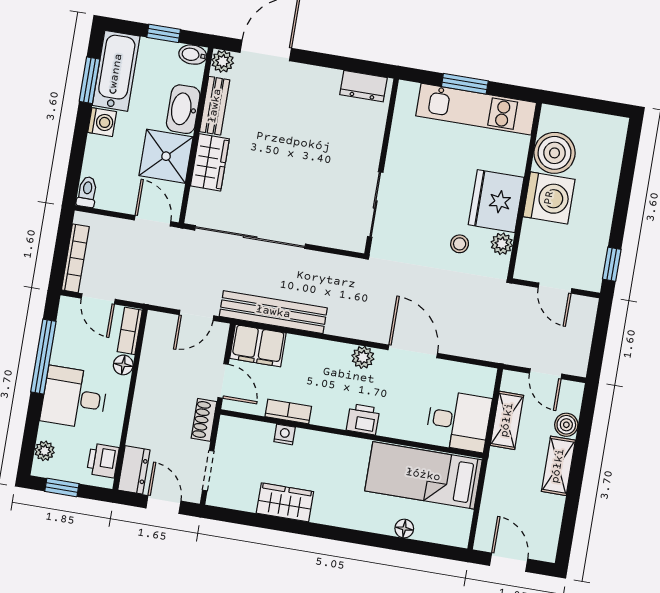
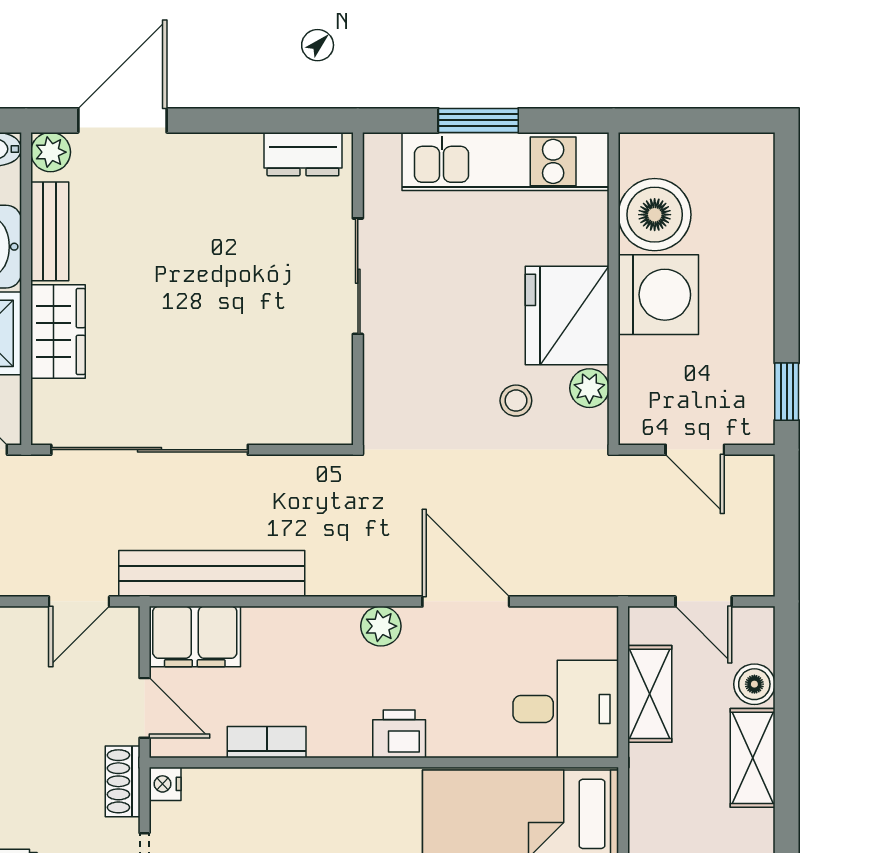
sliding door: (375, 204) -> (358, 276), moved
nightstand: (285, 434) -> (165, 784), moved, turned -90

